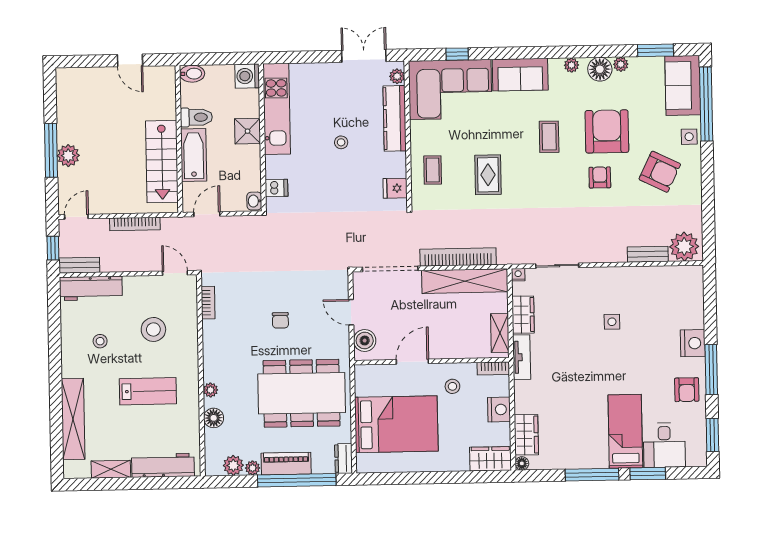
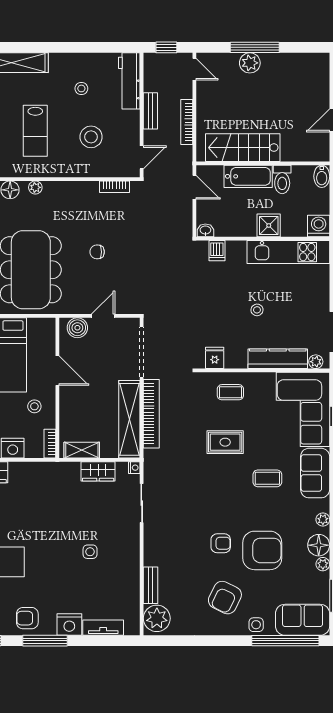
coffee table: (549, 137) -> (267, 478), moved
bench: (79, 265) -> (150, 111), moved
tv unit: (522, 357) -> (103, 628), moved, turned 180

